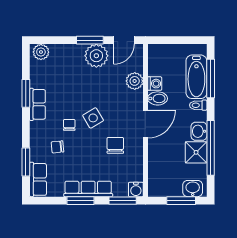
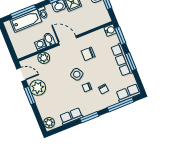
window: (26, 93) -> (89, 117), moved
row of seats: (37, 104) -> (71, 116), moved
window: (26, 162) -> (120, 105), width x1.44

